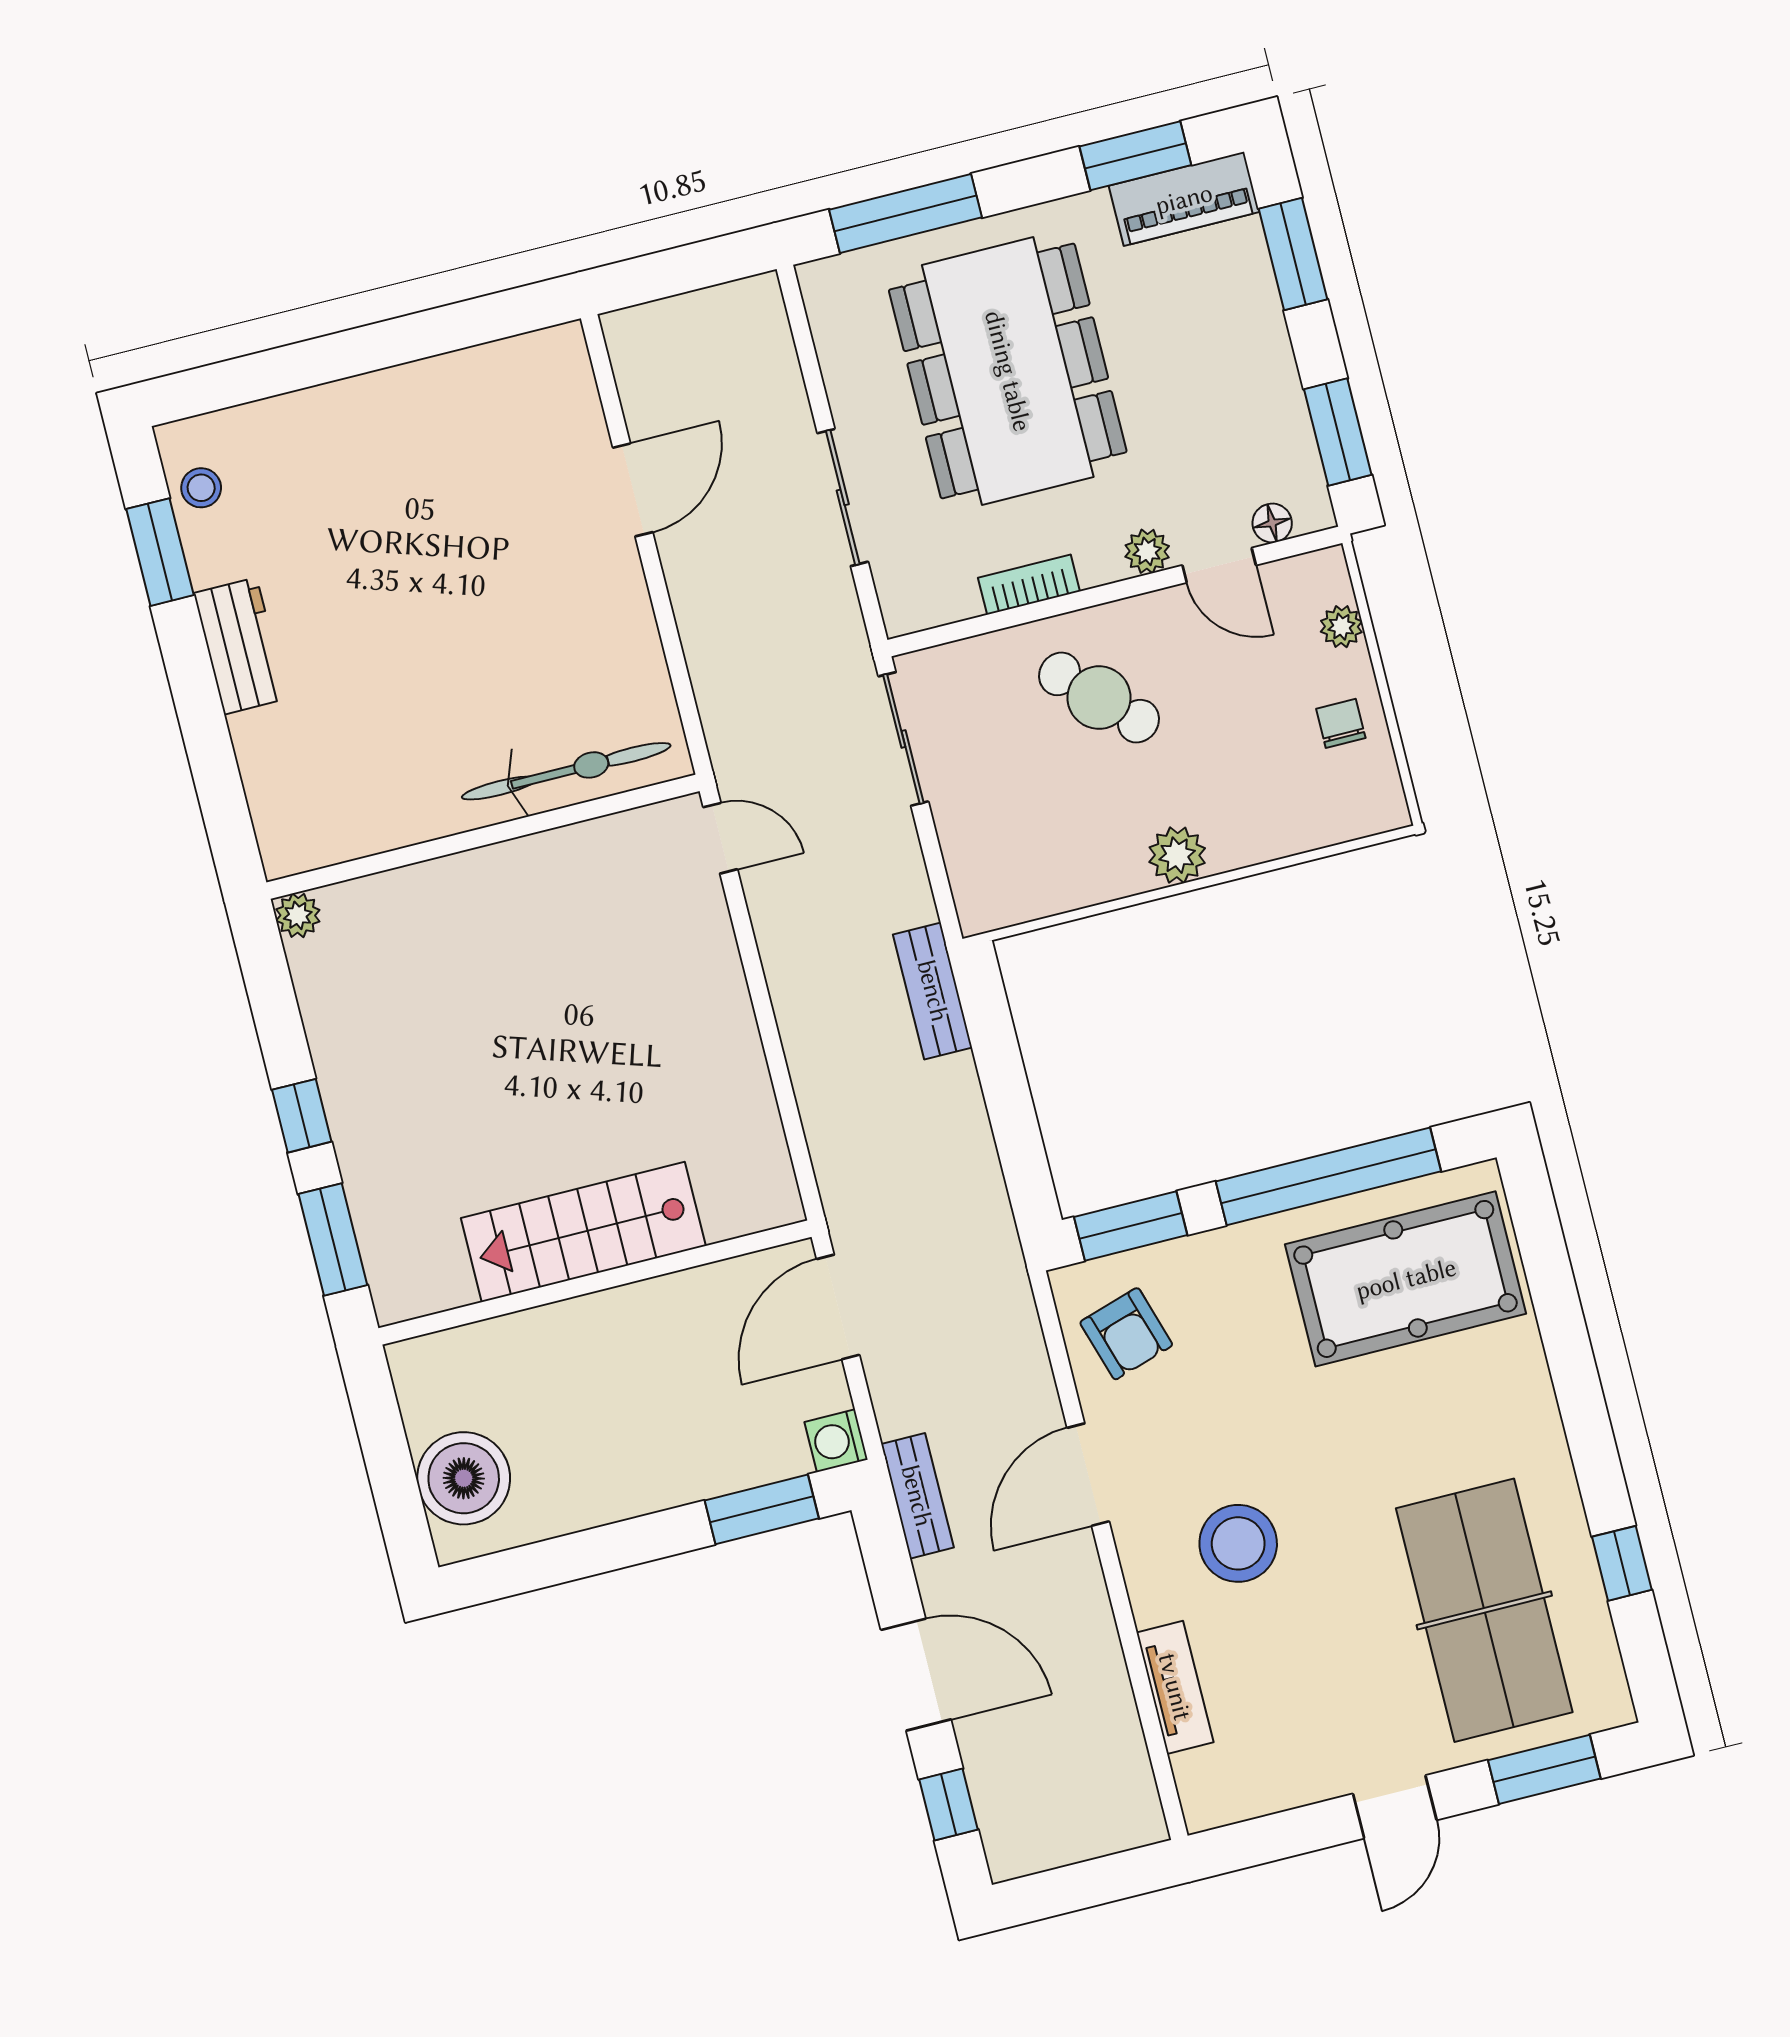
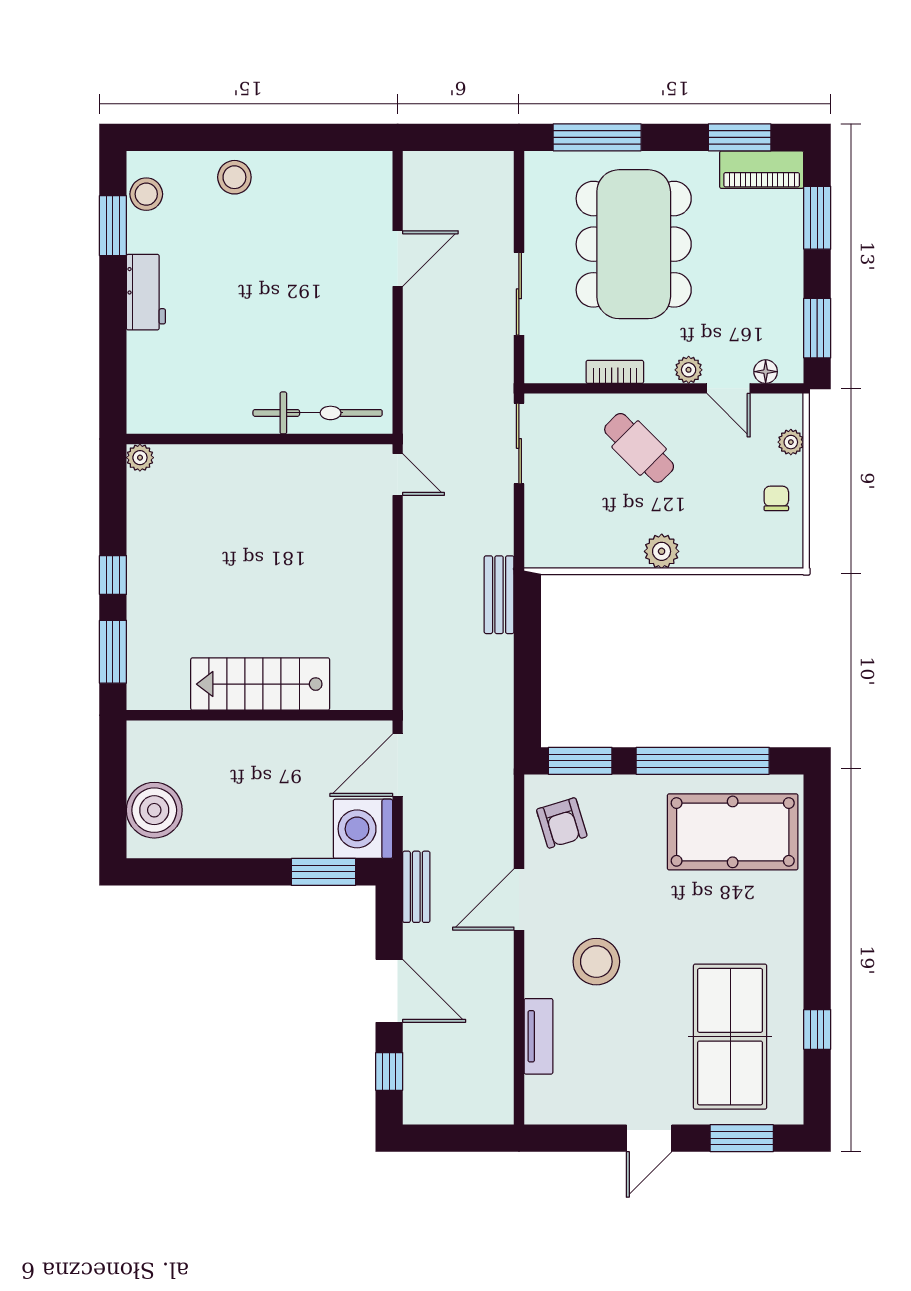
stool: (337, 425) -> (234, 177), added
stool: (201, 488) -> (146, 194), width x1.37, depth x1.37
washing machine: (836, 1441) -> (363, 829), width x1.89, depth x1.89

